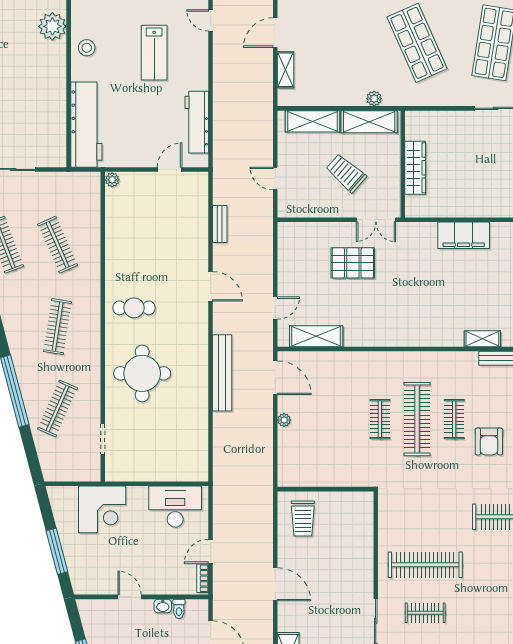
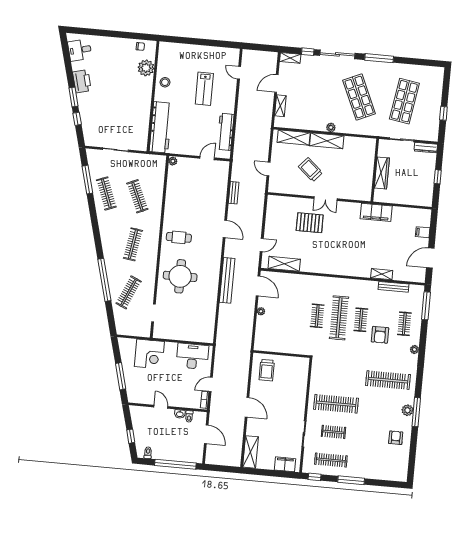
wall: (403, 164) -> (375, 170), moved
wardrobe: (415, 168) -> (382, 173), moved

